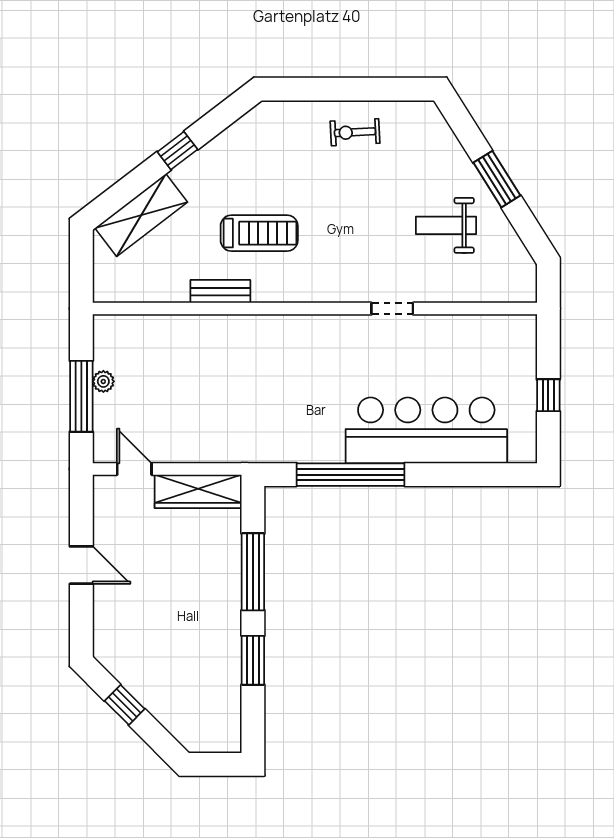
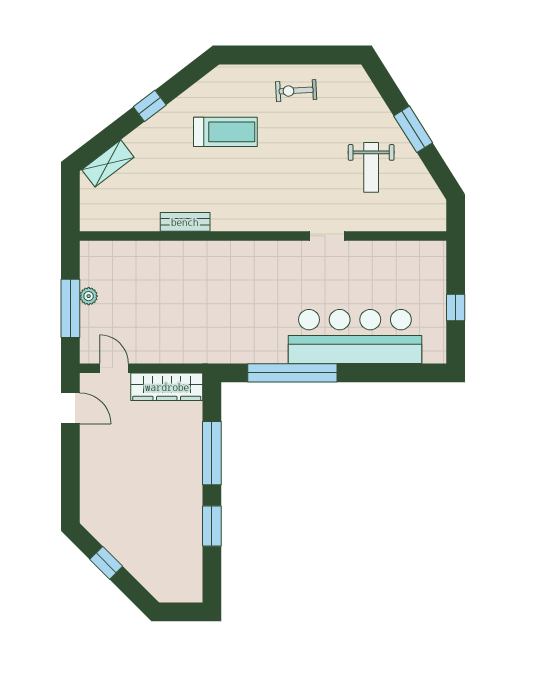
shelving: (141, 215) -> (108, 163), width x0.67, depth x0.75
weight bench: (446, 225) -> (371, 167), turned -90
treadmill: (259, 233) -> (225, 132), moved
door: (81, 565) -> (70, 408), moved

